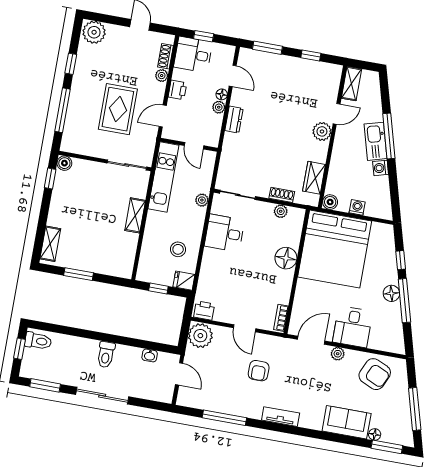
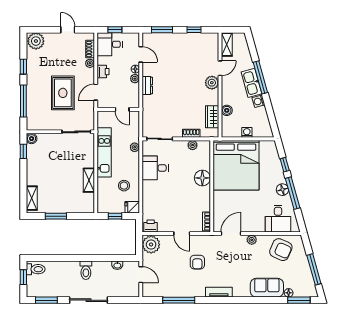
kitchen unit: (163, 177) -> (104, 152), moved
boiler: (330, 202) -> (227, 110), moved
shelving: (135, 215) -> (89, 180), moved
desk: (353, 327) -> (278, 219), moved

